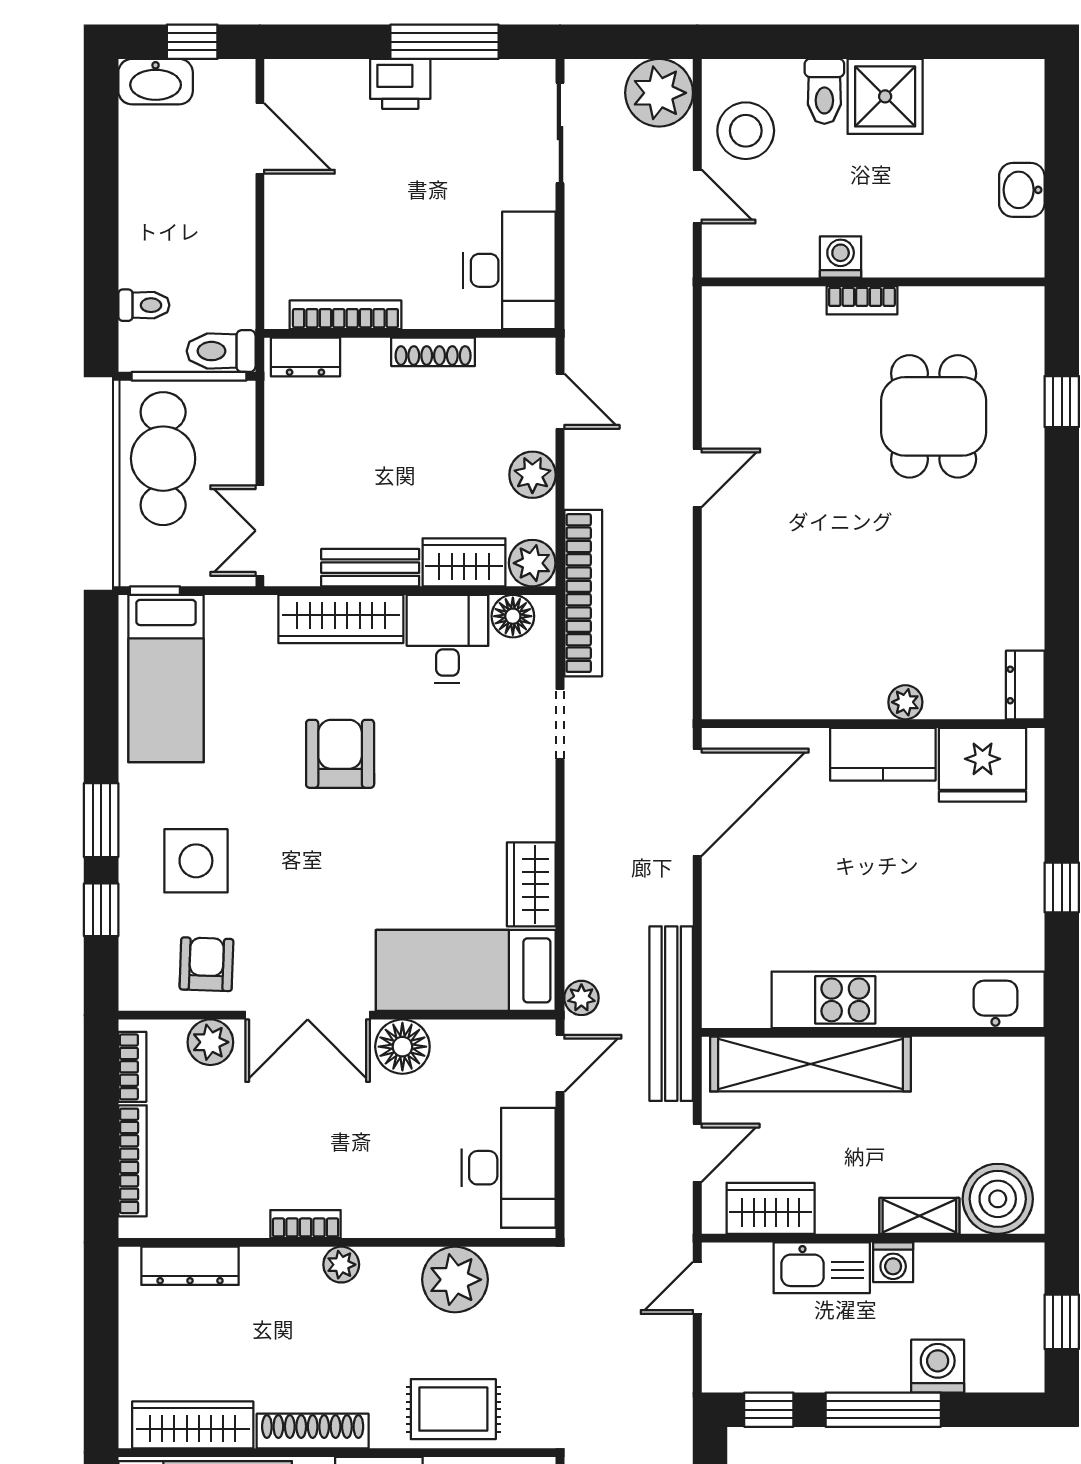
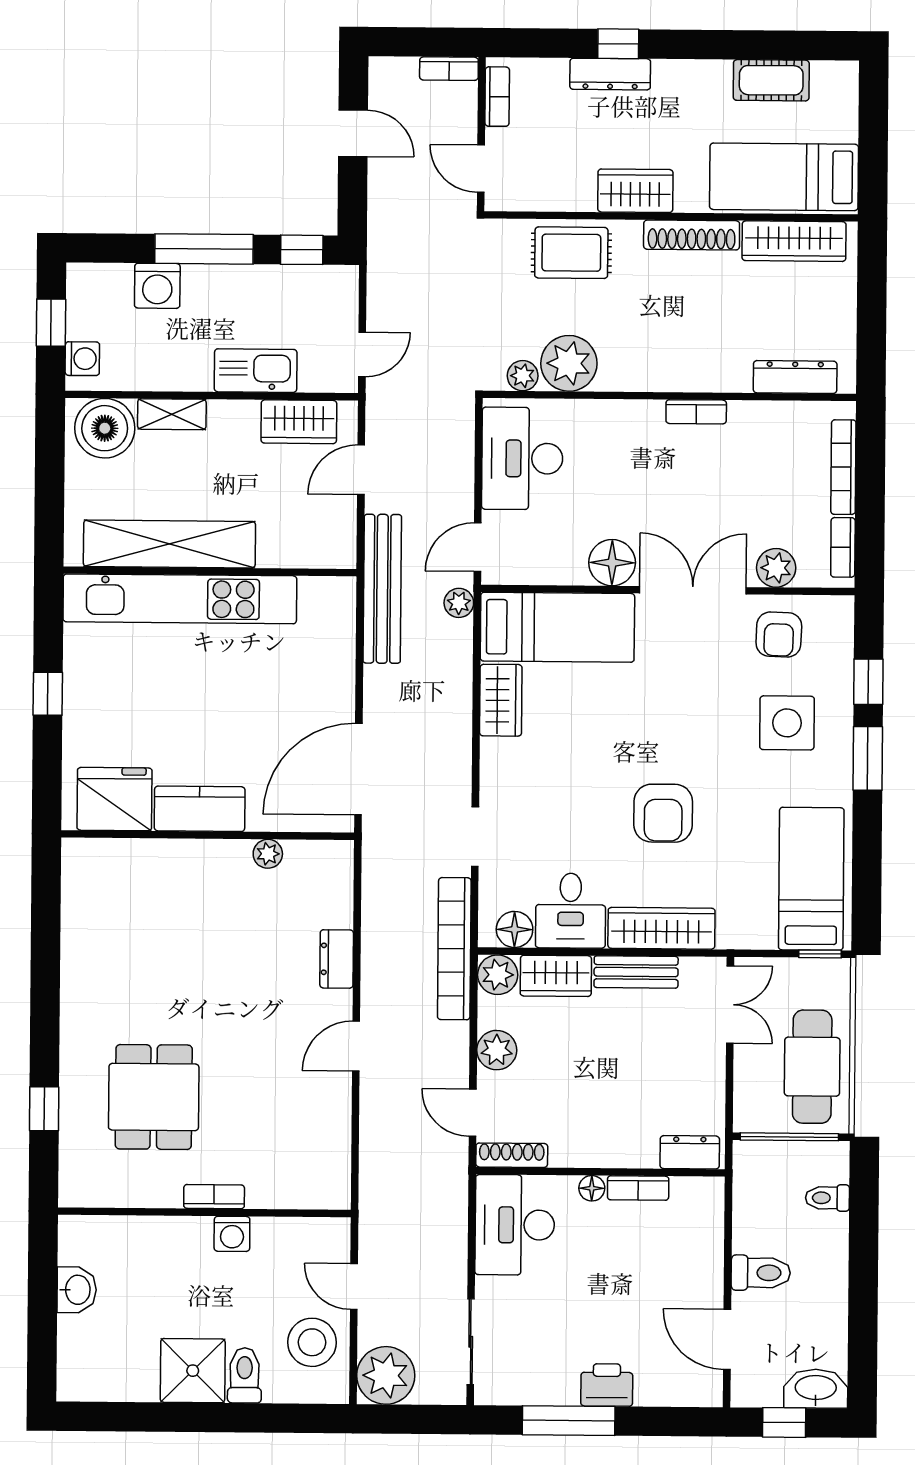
floor lamp: (420, 314) -> (592, 1188), added
bookcase: (345, 315) -> (638, 1188), width x0.64
toilet: (221, 351) -> (761, 1273), moved
shoe rack: (433, 352) -> (512, 1155), moved
dresser: (1025, 685) -> (337, 959), moved, turned 180
plant: (905, 702) -> (268, 854), moved
shelving: (810, 1064) -> (169, 544), moved
washing machine: (893, 1262) -> (82, 359), moved, turned 90
plant: (341, 1265) -> (523, 376), moved

